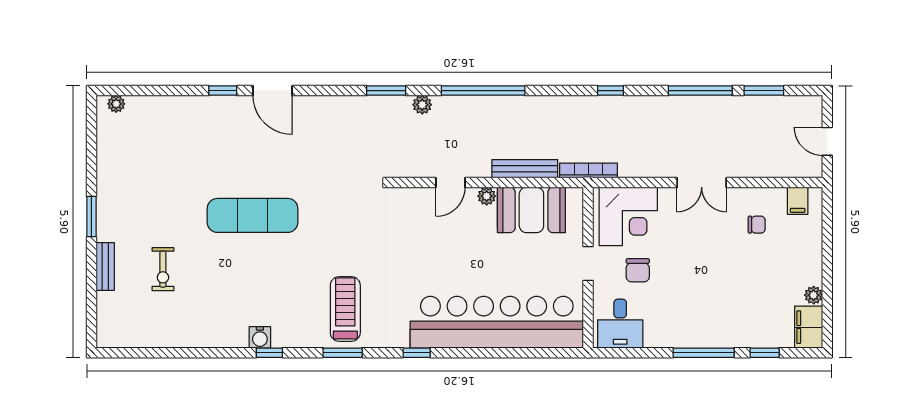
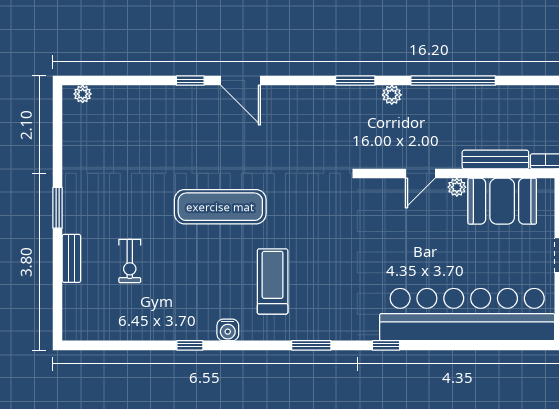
treadmill: (345, 309) -> (273, 281), moved
window: (269, 353) -> (190, 345), moved

